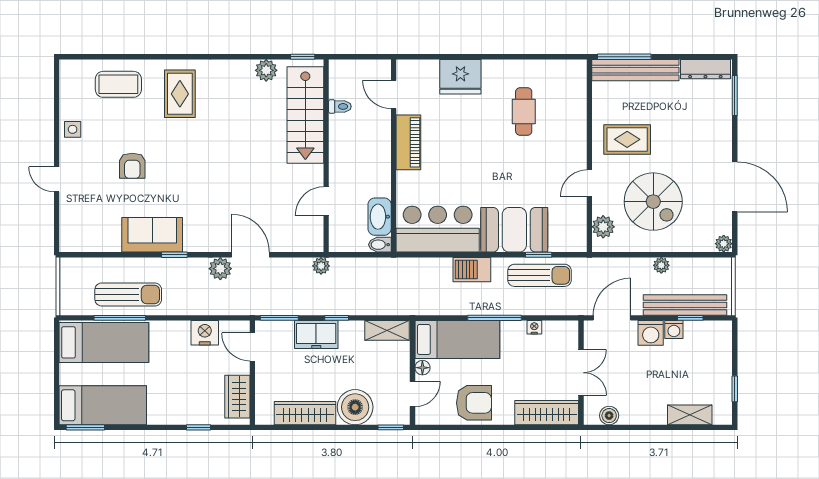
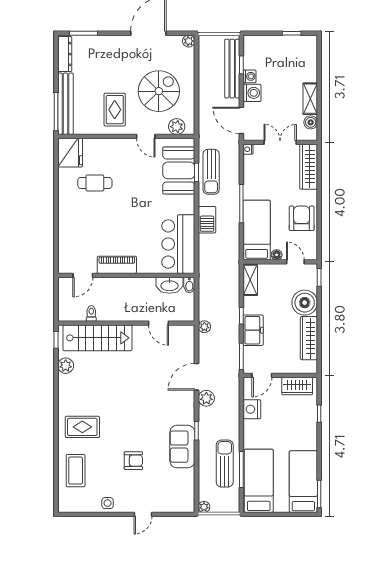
fridge: (460, 77) -> (70, 153), moved
booth: (514, 230) -> (179, 170), moved
plant: (661, 265) -> (204, 507), moved
sun lounger: (539, 275) -> (211, 172), turned 180
nightstand: (534, 327) -> (248, 149), moved
shelving: (690, 415) -> (310, 99), moved

